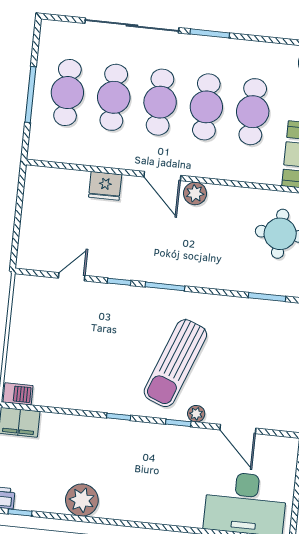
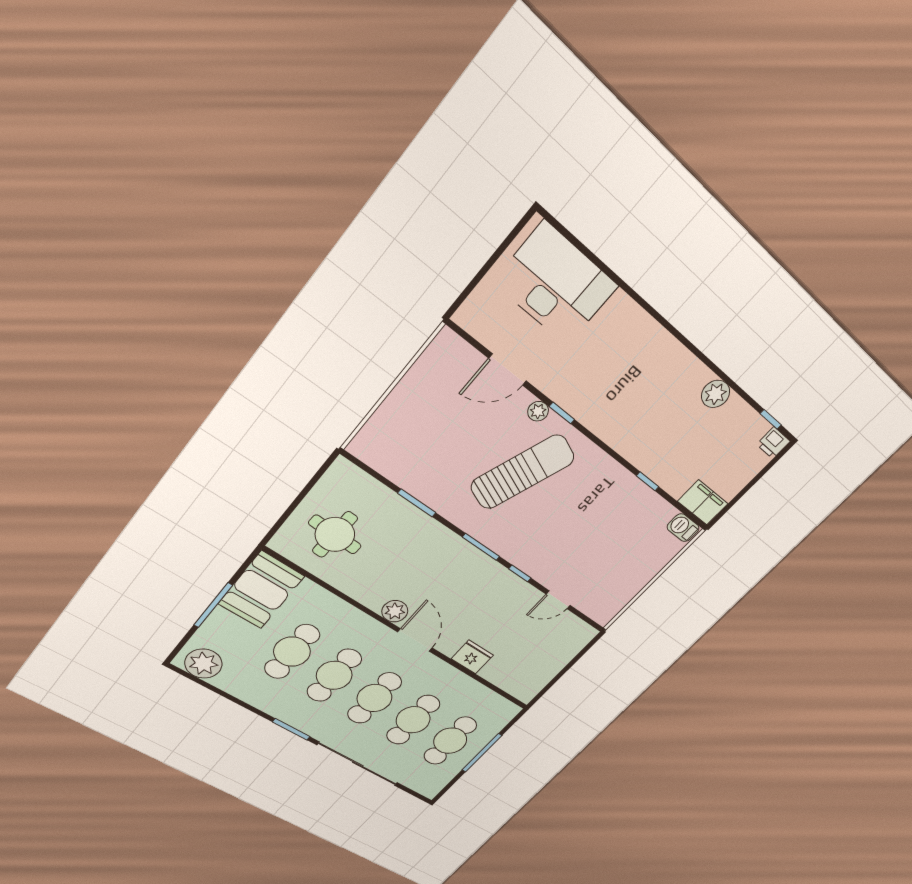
window: (267, 297) -> (417, 503), moved
window: (119, 417) -> (648, 481), moved
door: (238, 429) -> (508, 370), swing flipped
plant: (82, 500) -> (716, 394), width x0.73, depth x0.73

